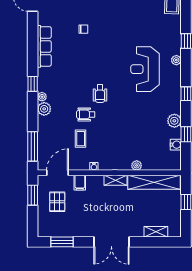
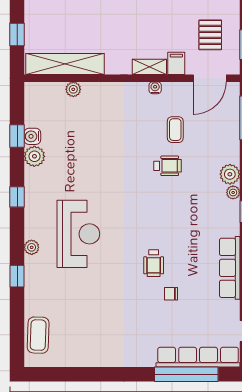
wheelchair: (100, 94) -> (154, 263), moved, turned 180
water cooler: (176, 145) -> (32, 136), moved
plant: (137, 165) -> (73, 89), moved
shelving: (116, 180) -> (149, 67), moved

